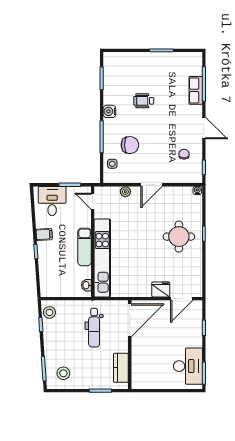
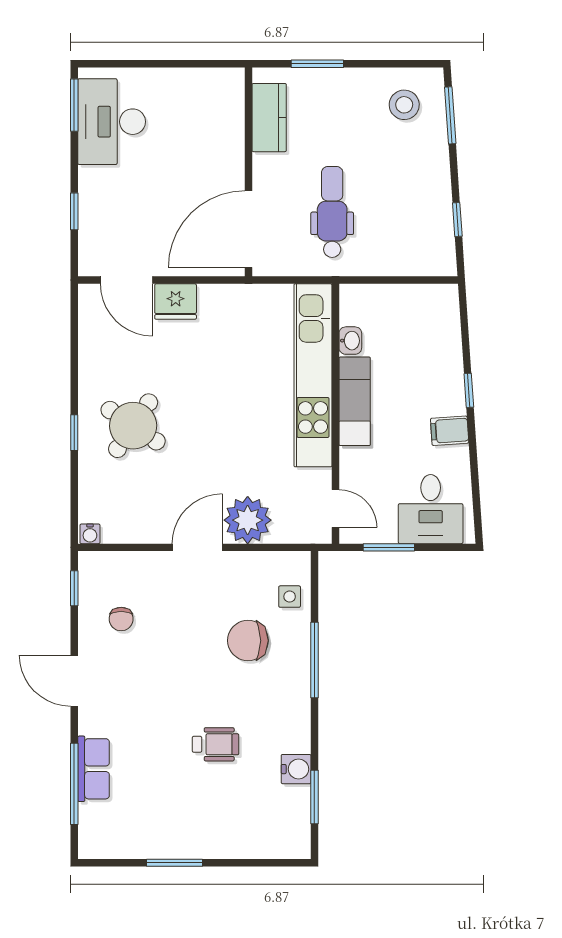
water cooler: (109, 111) -> (296, 769), moved
plant: (125, 192) -> (248, 520), width x1.88, depth x1.88
round table: (179, 237) -> (133, 426), turned 34
washbasin: (86, 285) -> (350, 341), moved
door: (182, 299) -> (126, 280), swing flipped
stool: (49, 312) -> (437, 248), removed

